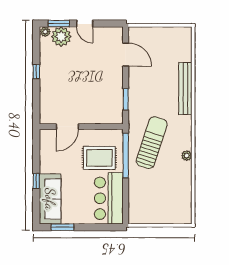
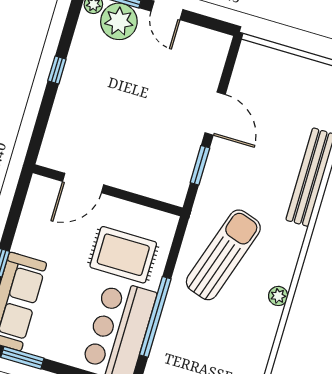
door: (126, 54) -> (215, 114), moved
window: (126, 156) -> (155, 317), moved

